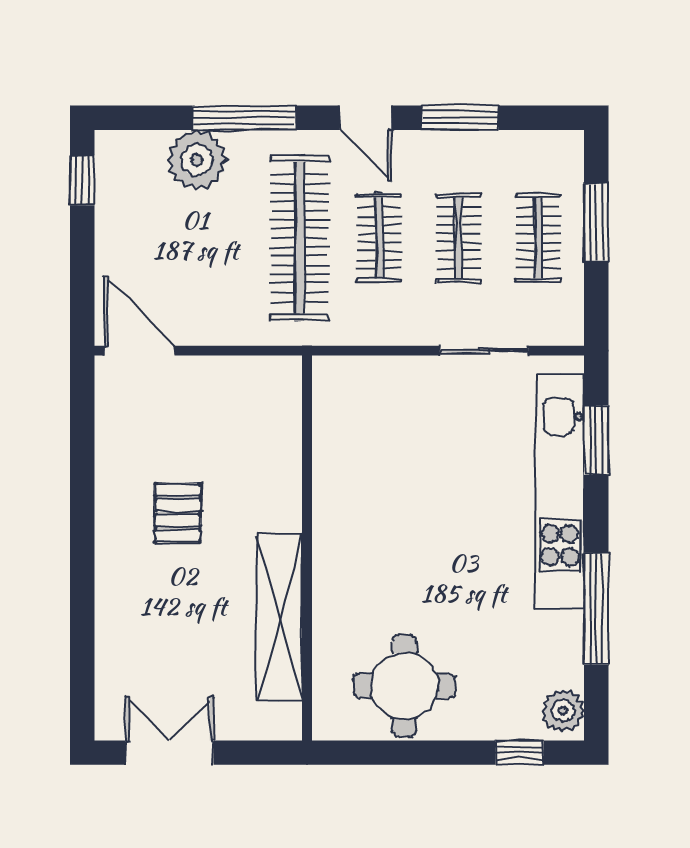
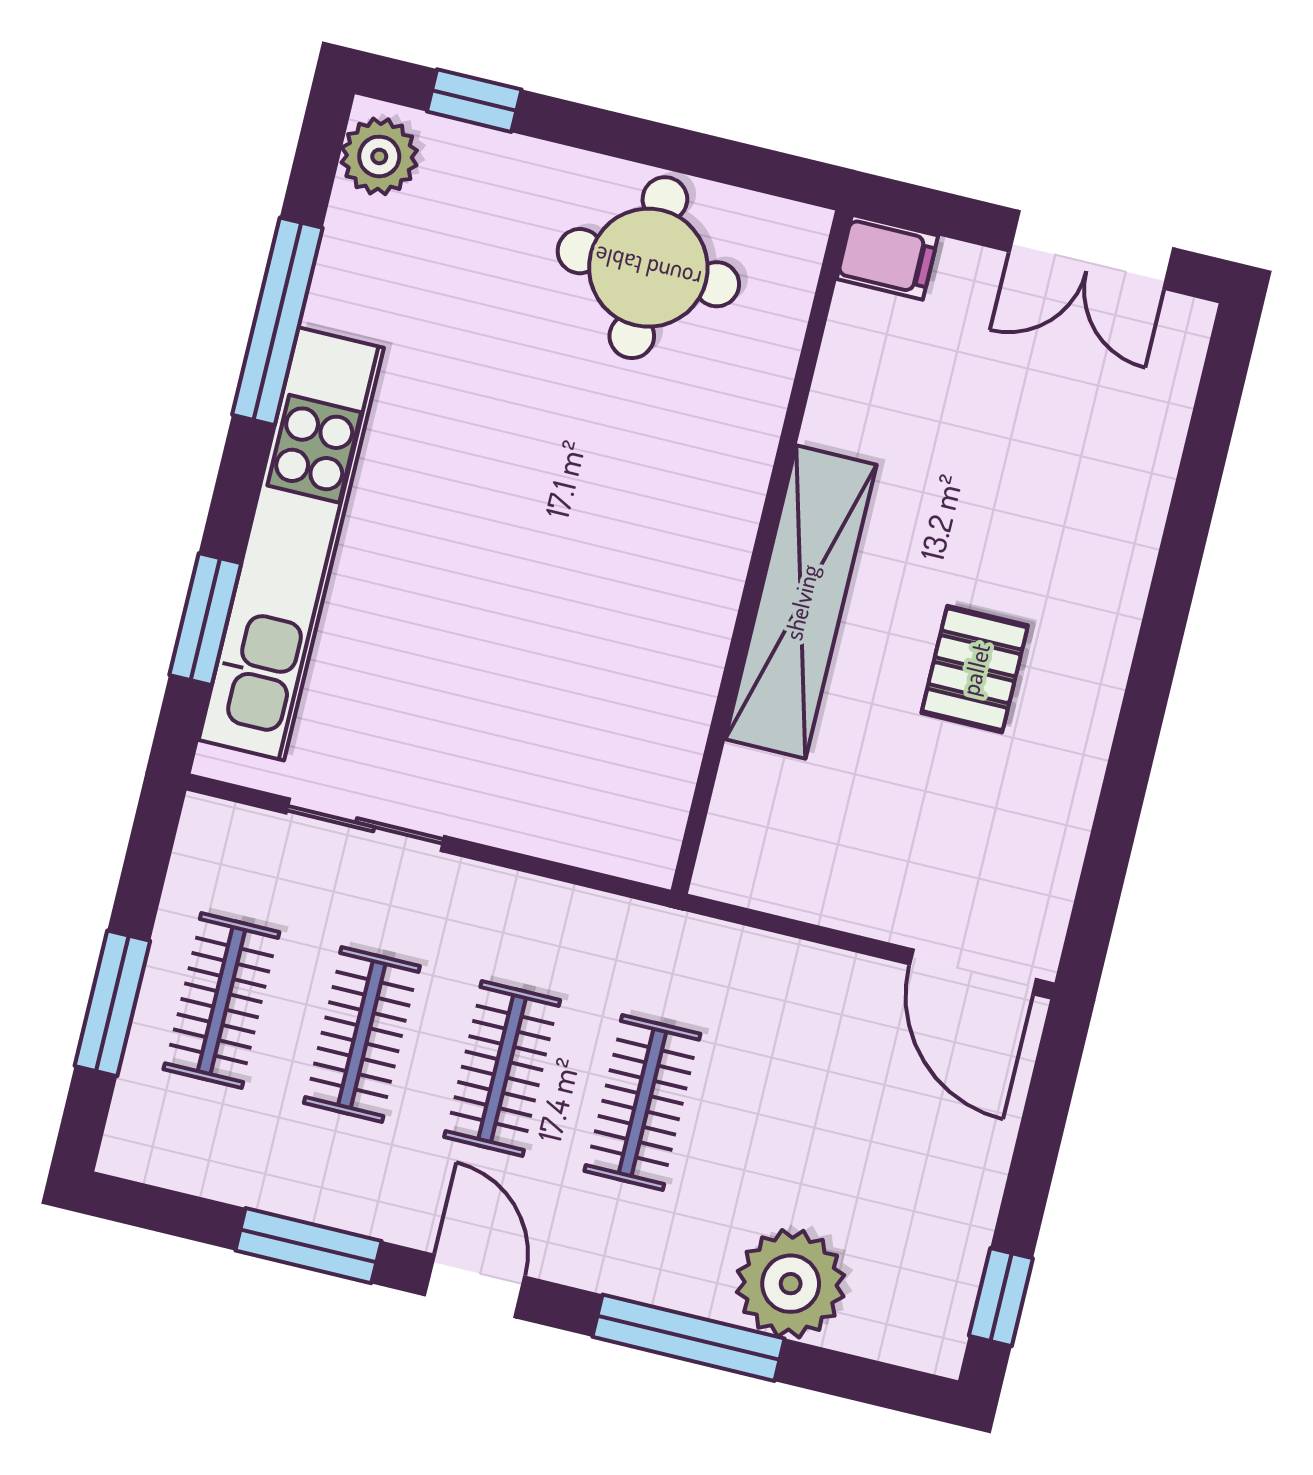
clothes rail: (300, 238) -> (642, 1102), width x0.54, depth x0.76
shelving: (279, 617) -> (801, 602), moved
filing cabinet: (278, 722) -> (887, 257), added

